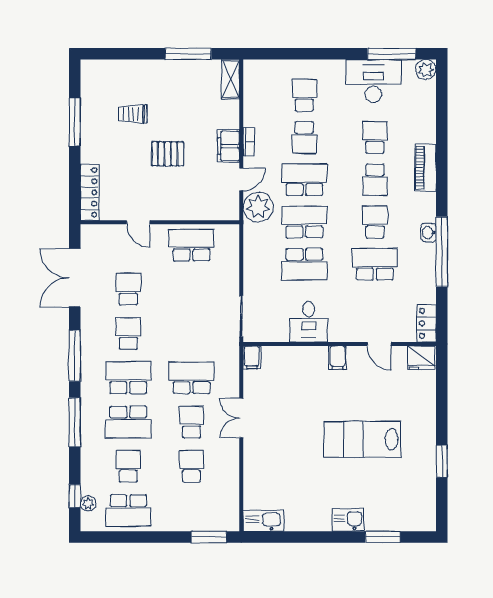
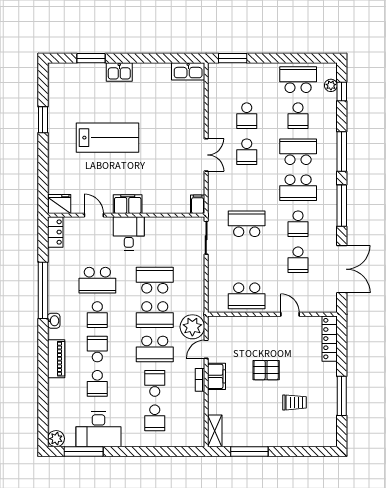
washbasin: (429, 233) -> (54, 321), moved
desk: (309, 322) -> (129, 233), moved
filing cabinet: (338, 358) -> (128, 204), width x2.00
school desk: (191, 378) -> (247, 224), moved, turned 180

